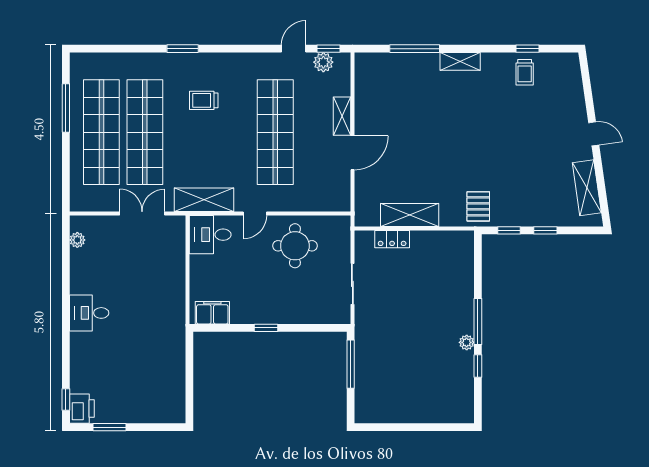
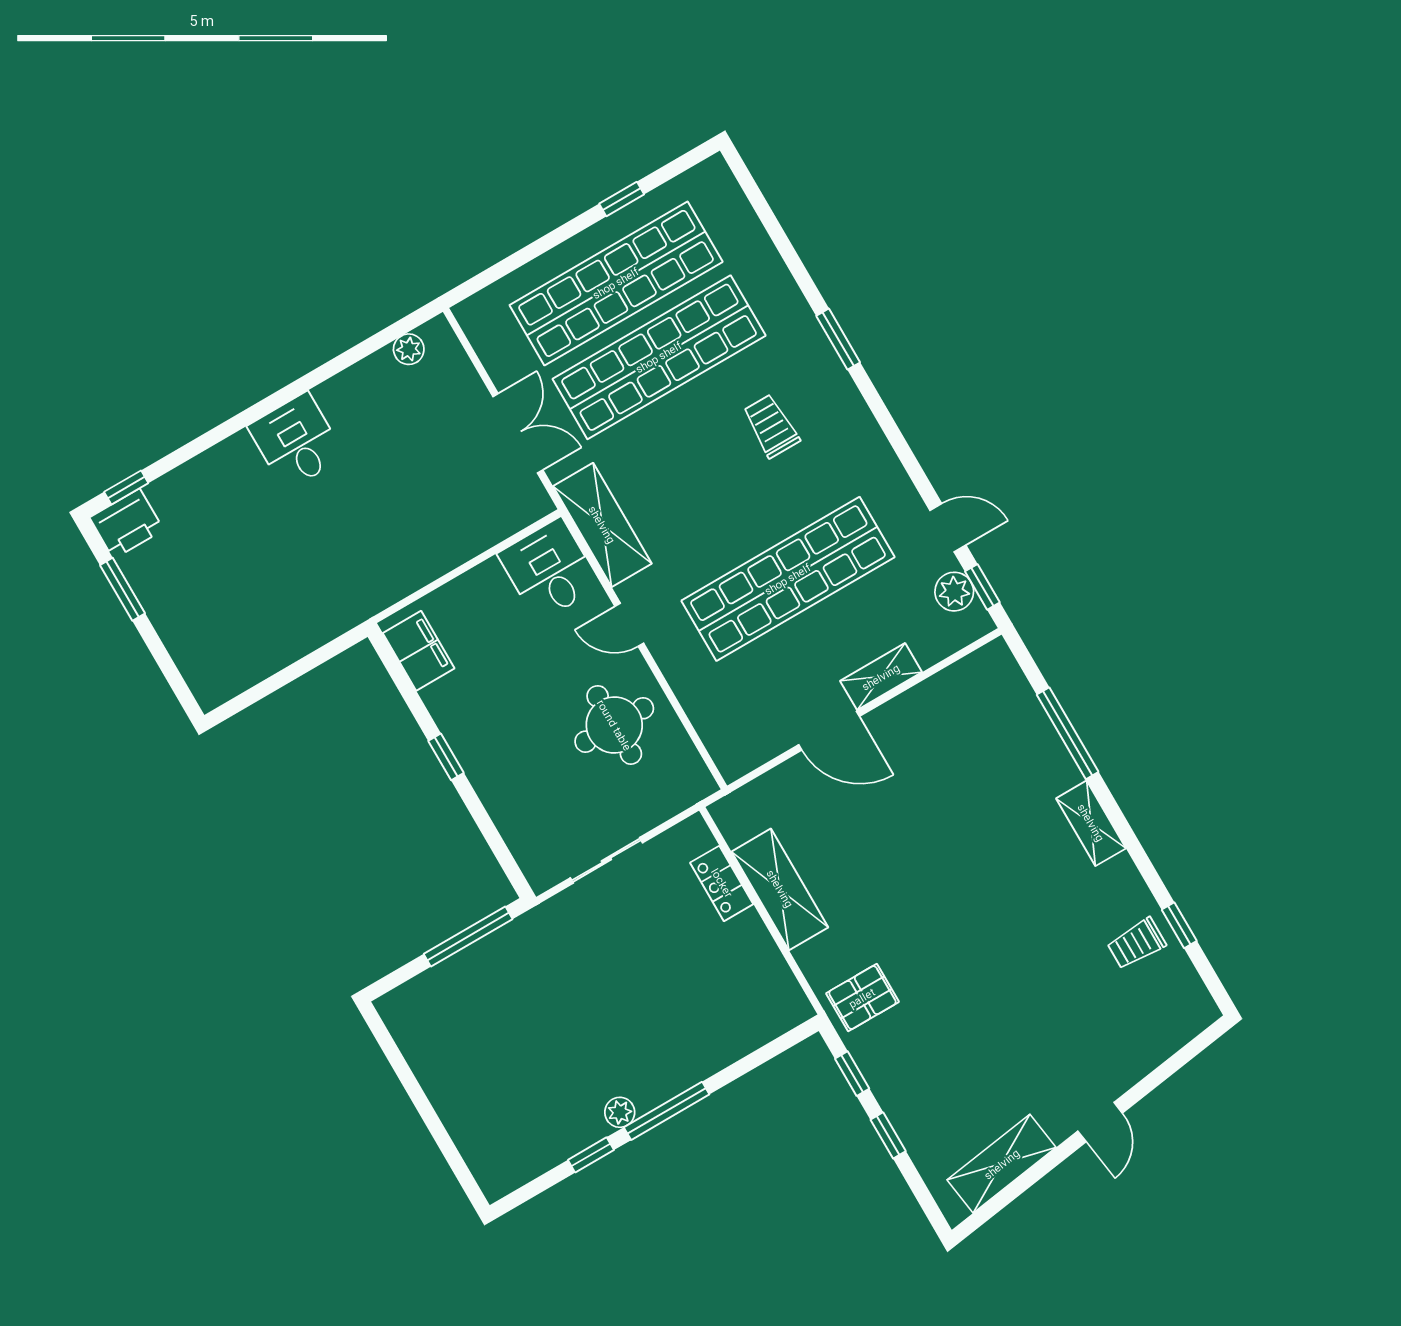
window: (66, 108) -> (622, 199), width x0.46

